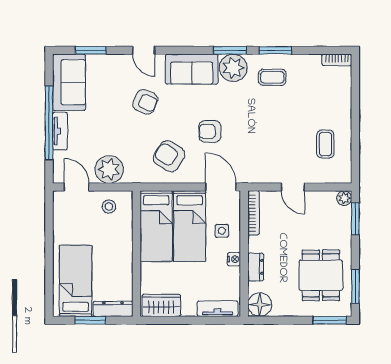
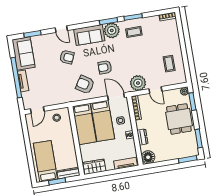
plant: (109, 169) -> (138, 83), moved
door: (77, 187) -> (37, 110), swing flipped
dining table: (321, 275) -> (179, 119), moved

